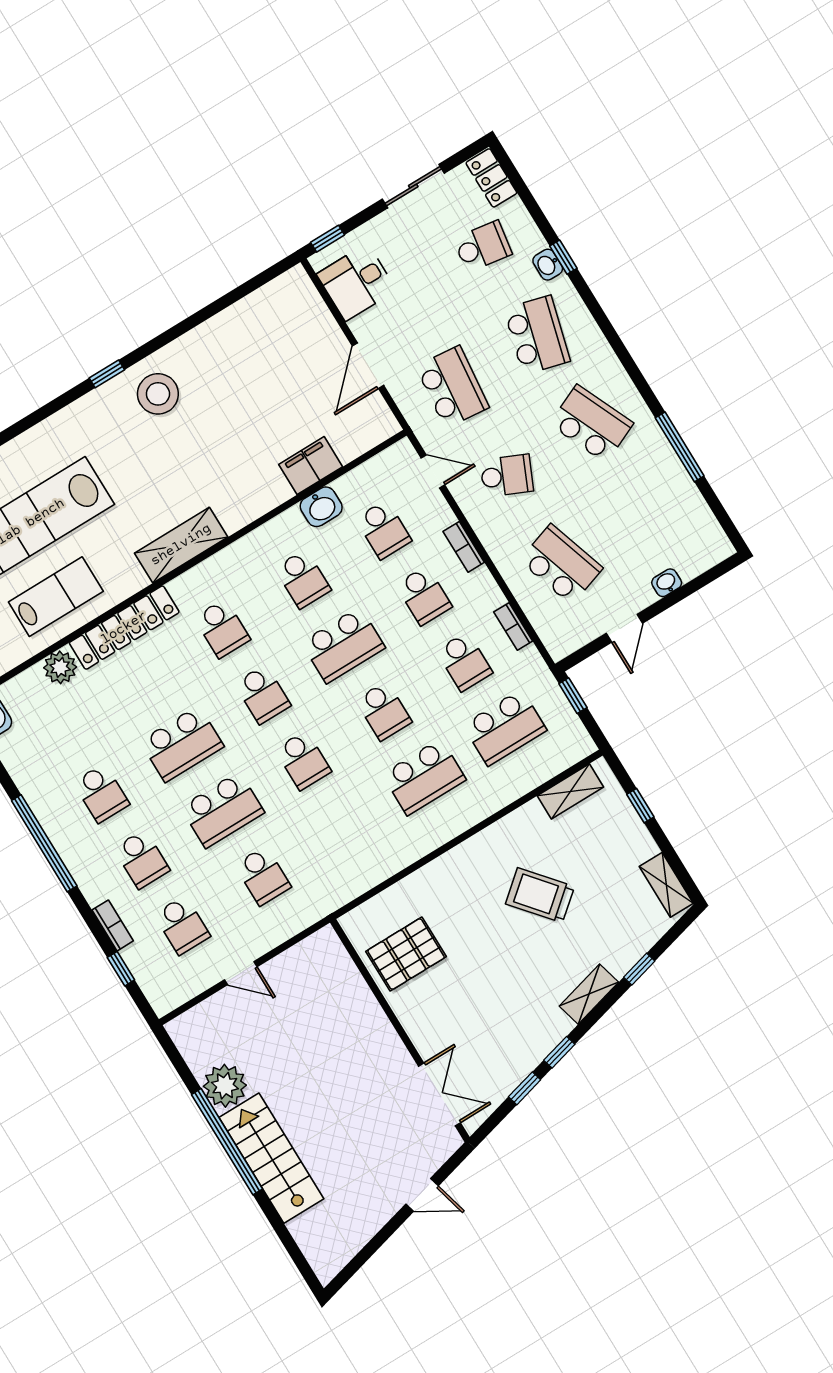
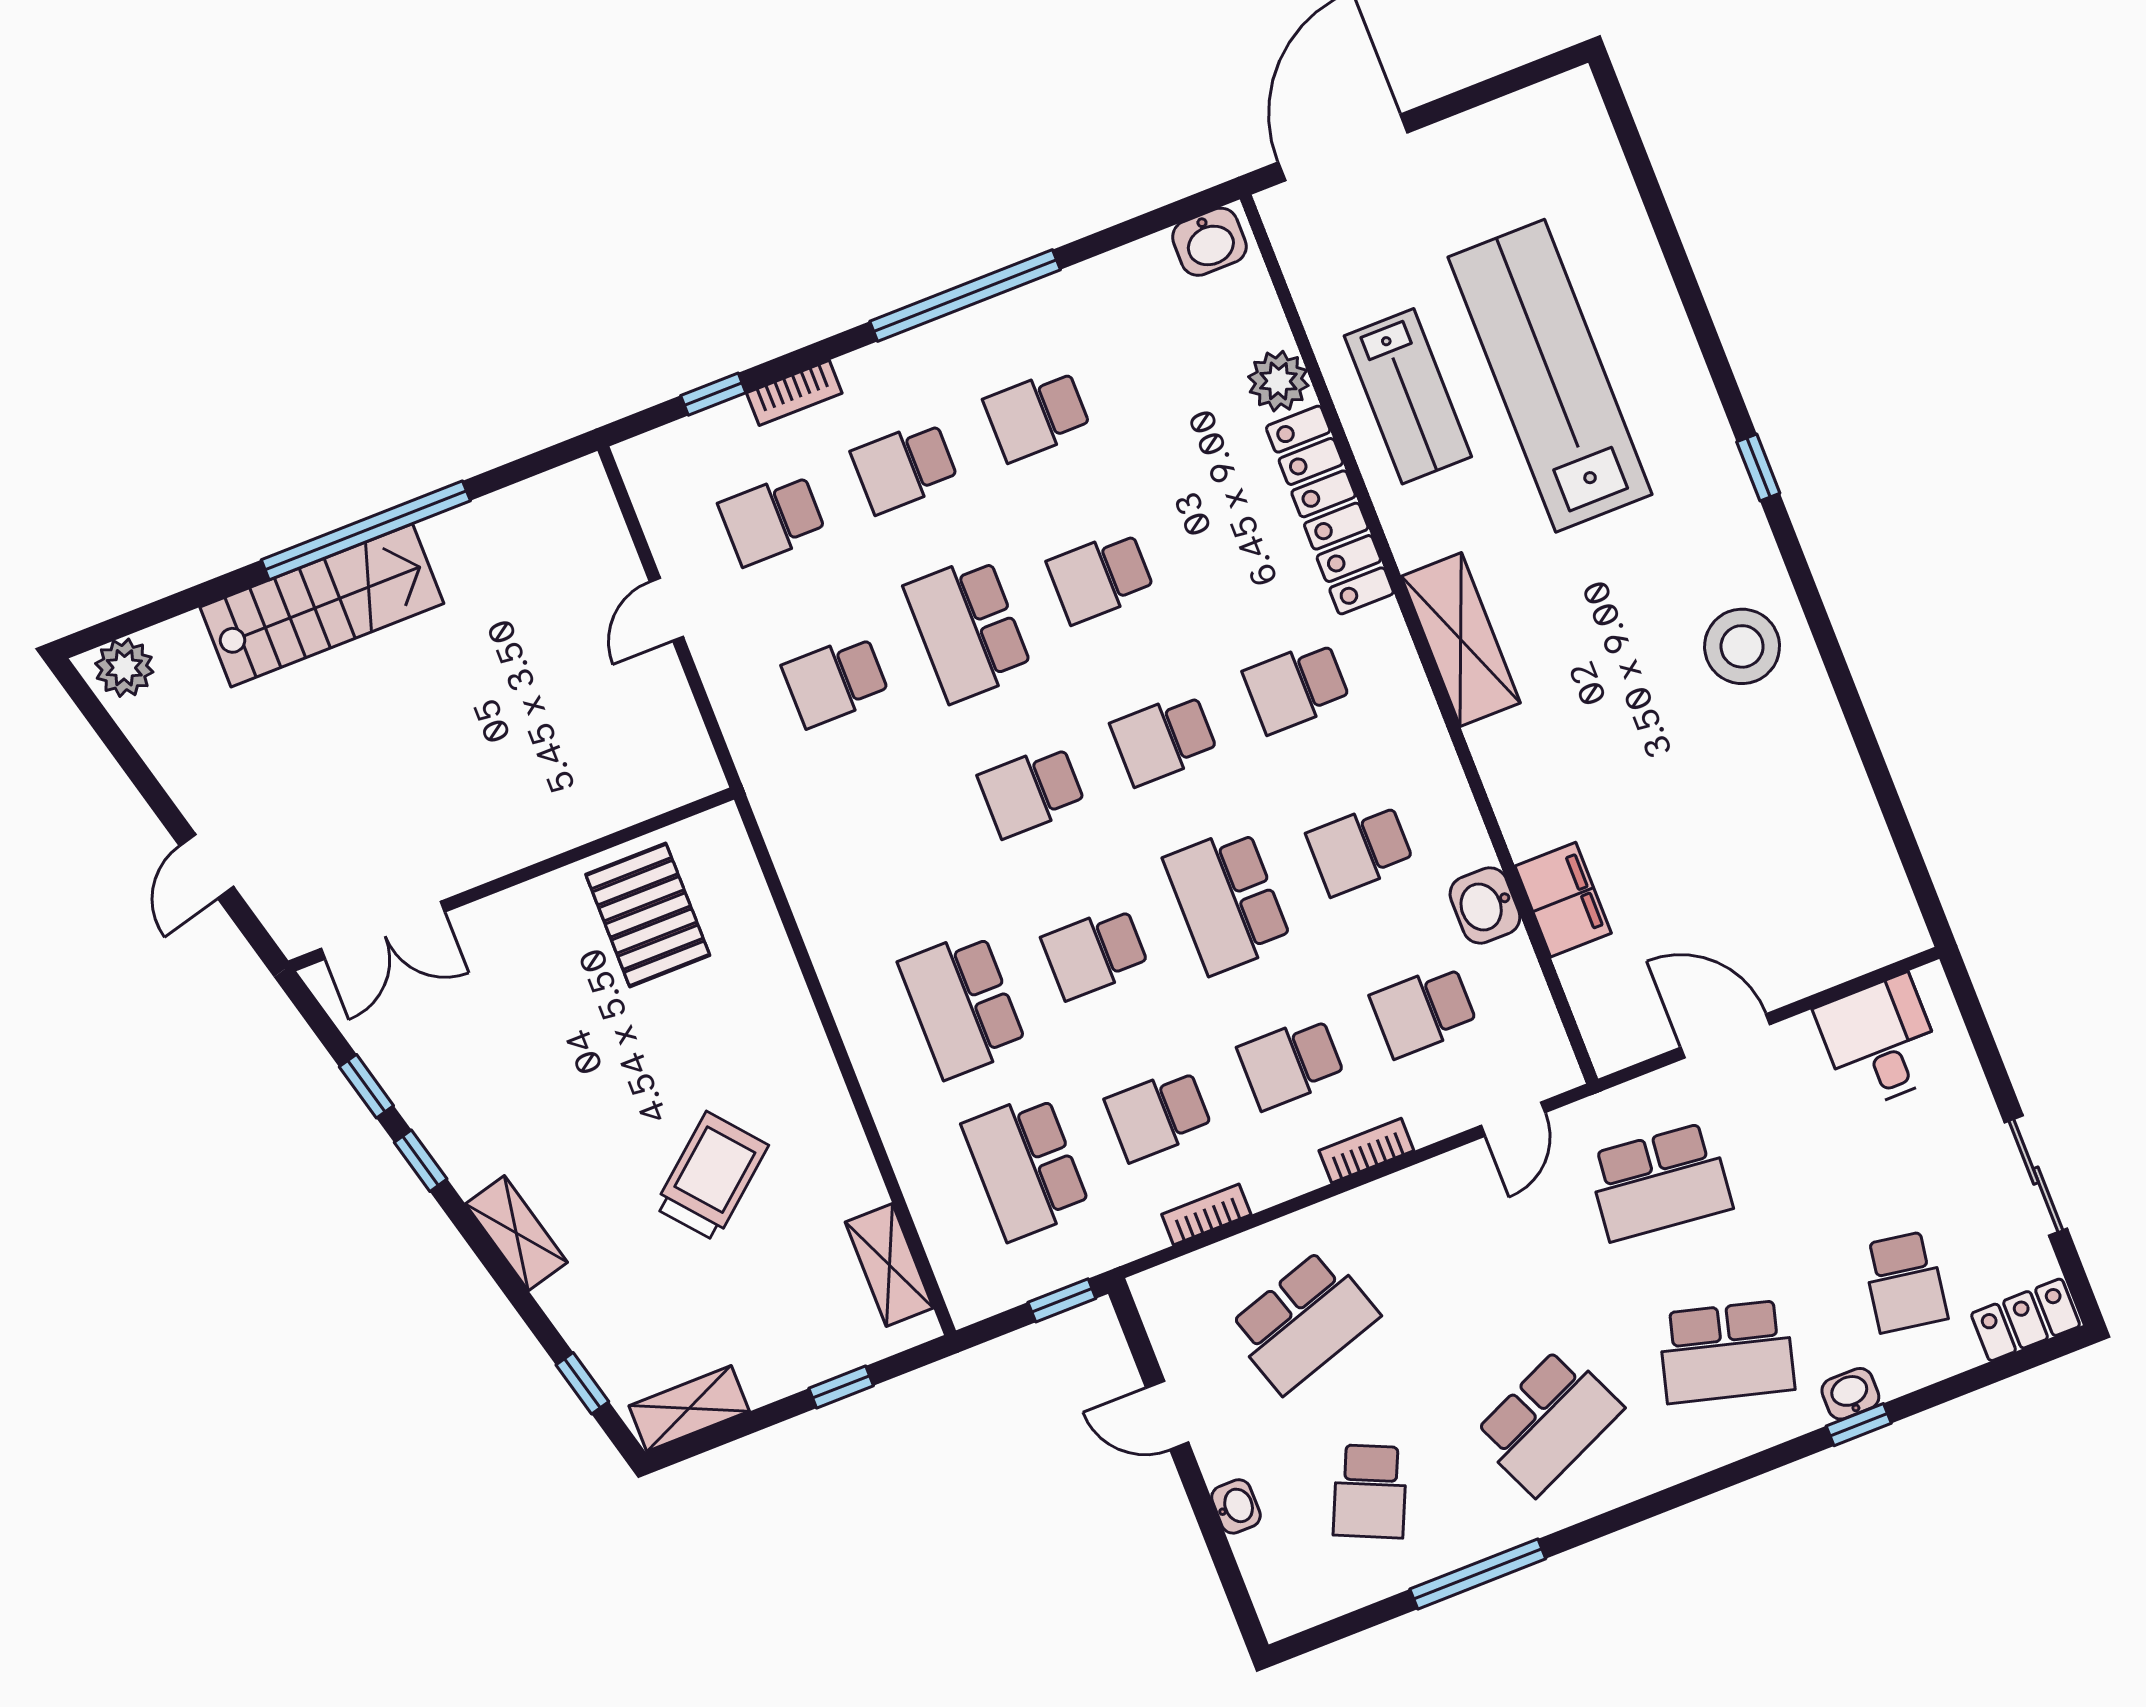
window: (328, 239) -> (1968, 1004), removed
window: (107, 374) -> (1758, 467), moved
school desk: (507, 476) -> (1370, 1491), moved
school desk: (182, 744) -> (1101, 577), width x0.54
window: (639, 969) -> (582, 1383), moved
plant: (225, 1086) -> (124, 668), moved, width x0.73, depth x0.73

